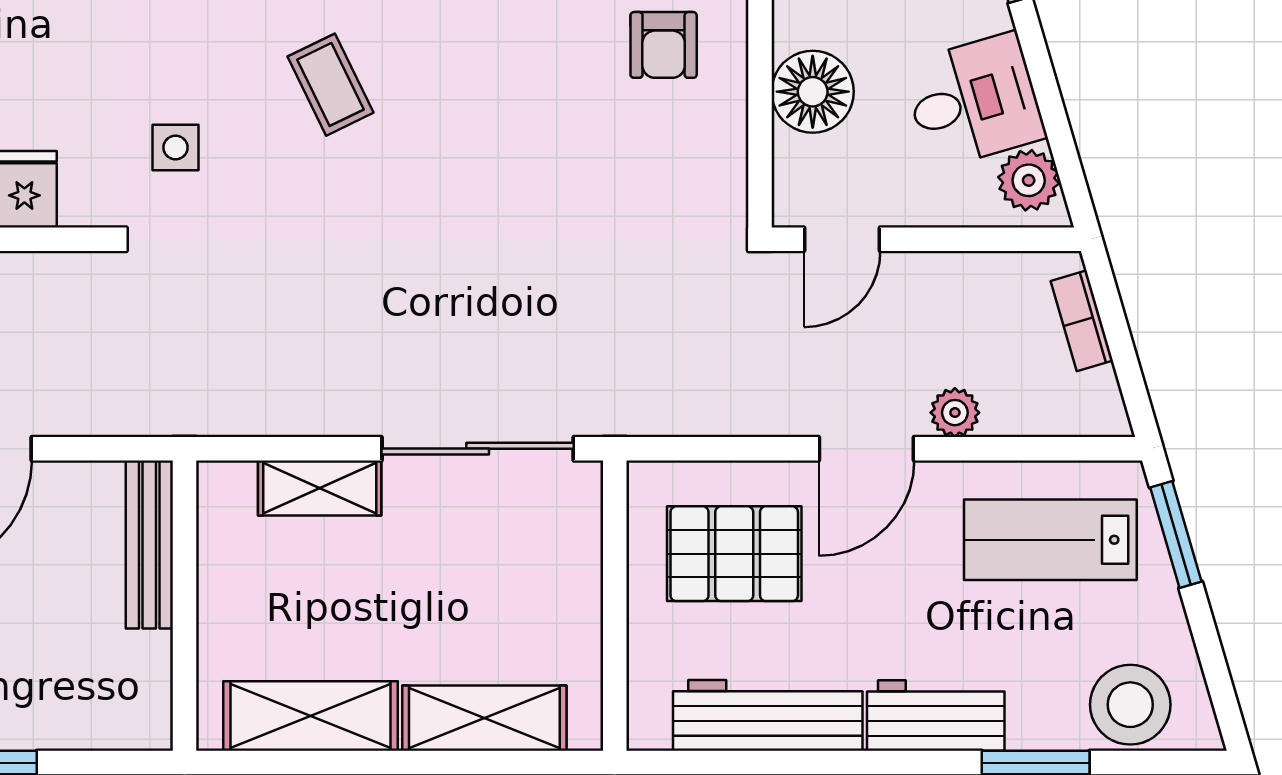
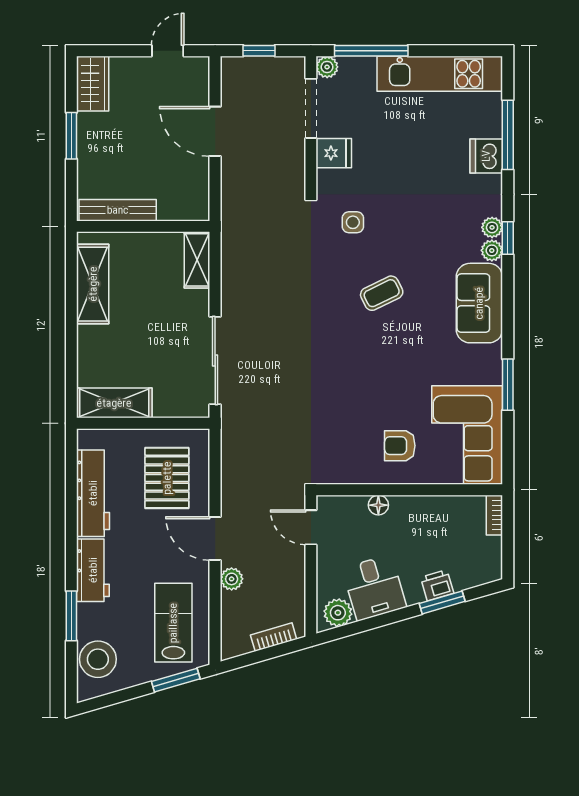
floor lamp: (813, 92) -> (378, 505), width x0.53, depth x0.53
shelving: (320, 488) -> (197, 260), moved
bench: (149, 544) -> (118, 210), moved
shelving: (484, 718) -> (114, 403), moved, turned 90

